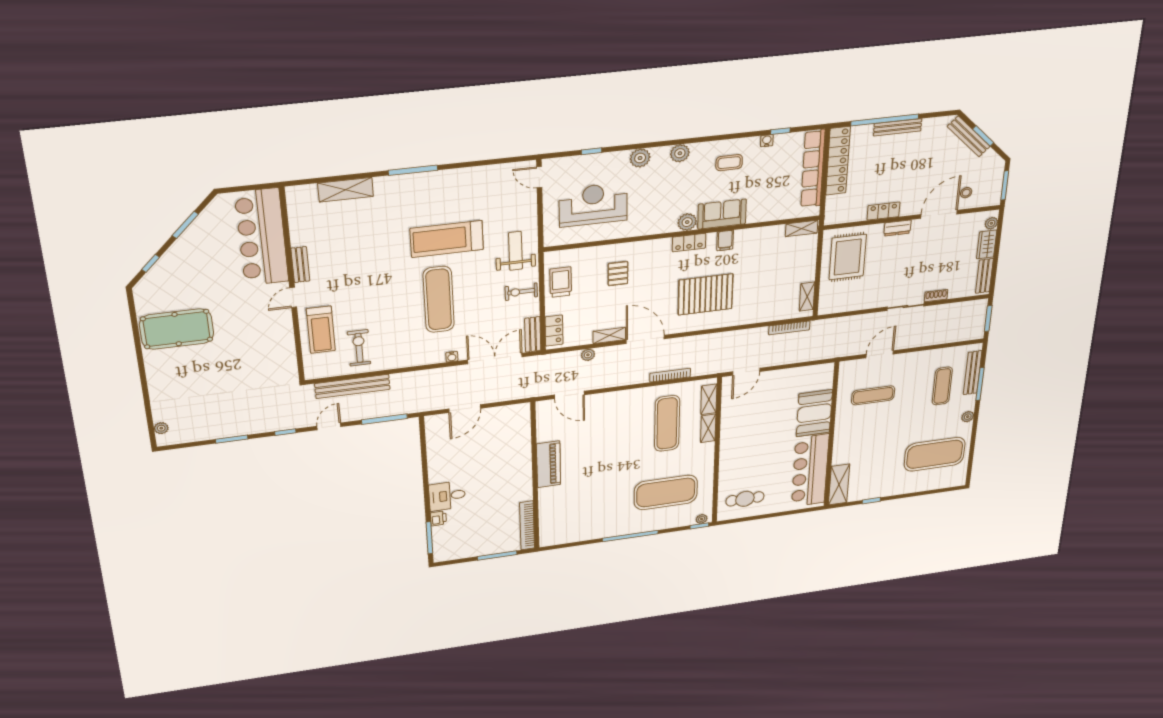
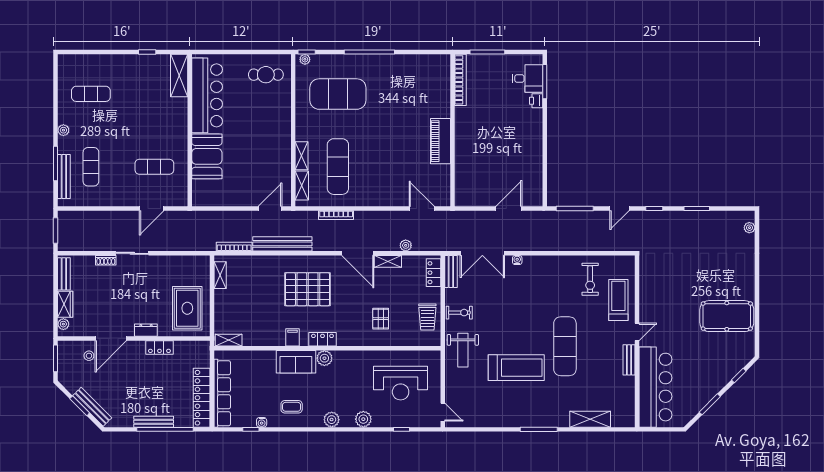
exercise mat: (439, 300) -> (565, 346), moved
bench: (352, 386) -> (282, 244), moved
exercise mat: (935, 454) -> (91, 94), width x0.50, depth x0.69
desk: (447, 496) -> (528, 79), moved

